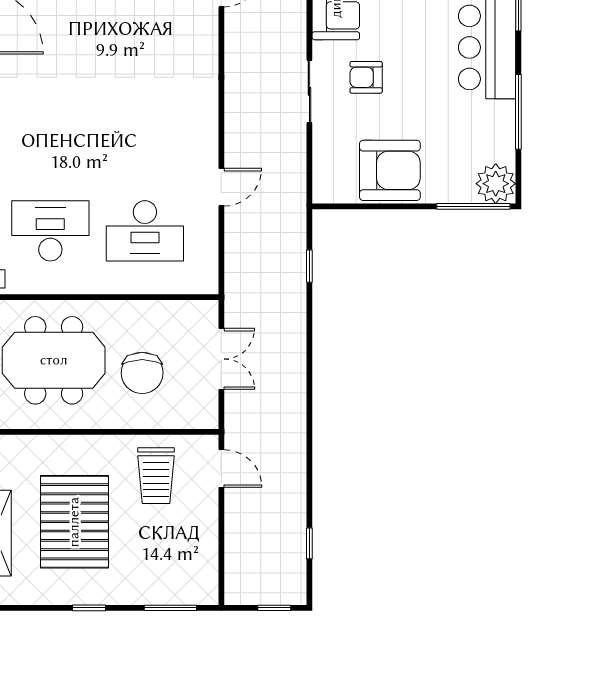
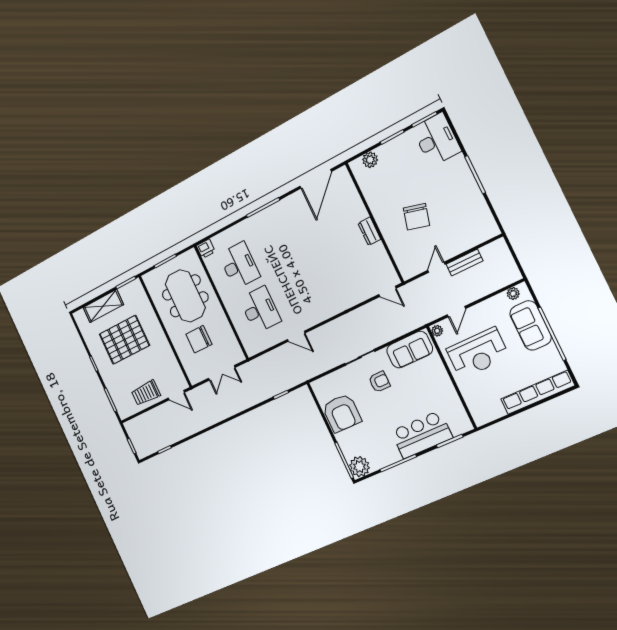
armchair: (366, 77) -> (379, 382), turned 90
desk: (145, 231) -> (260, 310), turned 180
door: (221, 469) -> (176, 395), hinge flipped
trolley: (156, 476) -> (146, 393), moved

